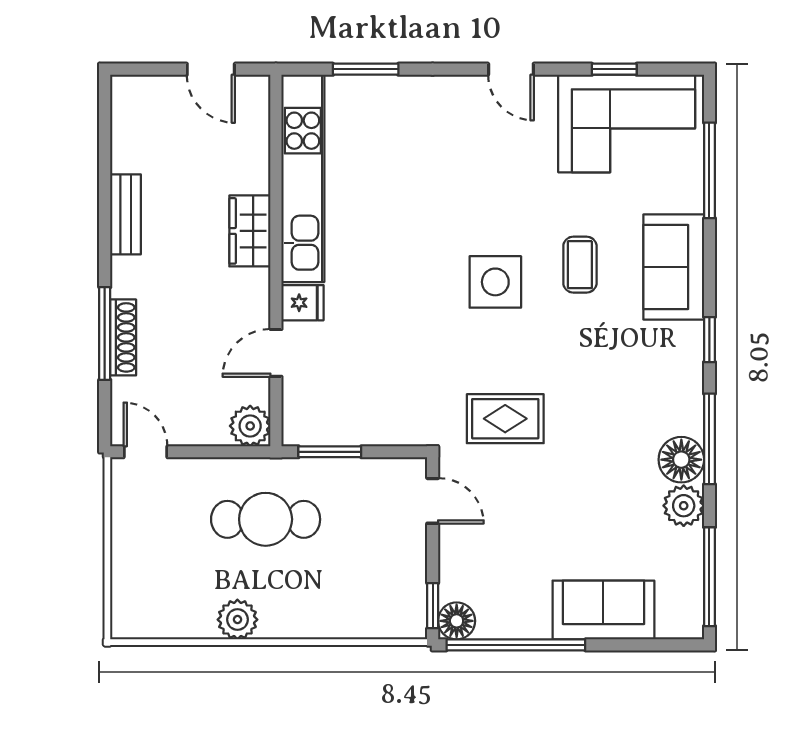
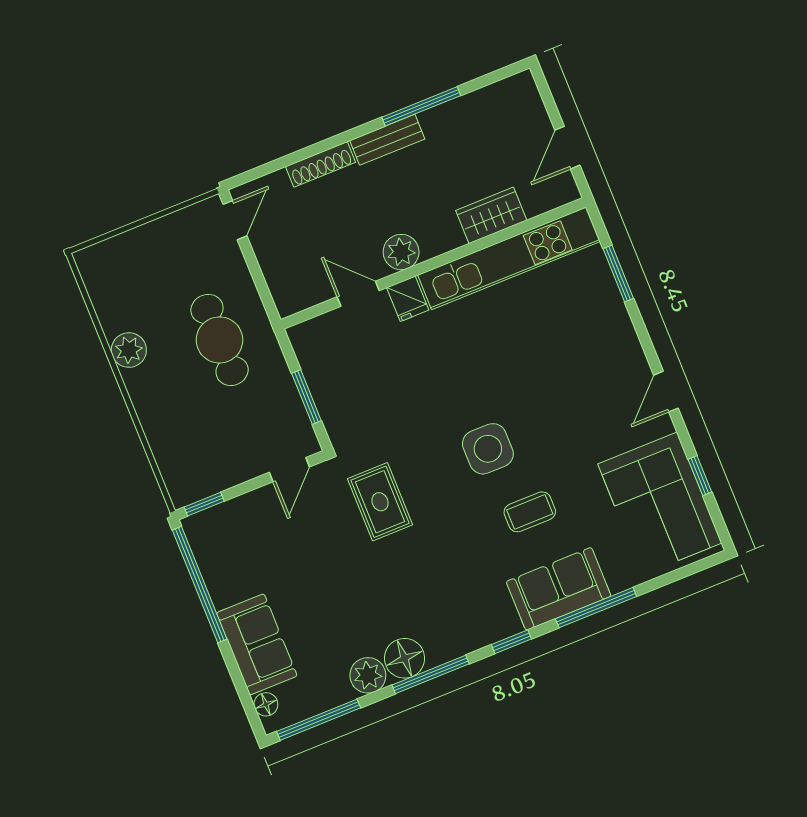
window: (709, 170) -> (596, 608), moved
bench: (125, 214) -> (387, 140), moved
wardrobe: (250, 231) -> (491, 215), moved
window: (105, 333) -> (421, 106), moved
plant: (250, 426) -> (401, 252), moved
window: (330, 452) -> (306, 397), moved
floor lamp: (457, 621) -> (266, 704), moved, width x0.73, depth x0.73

